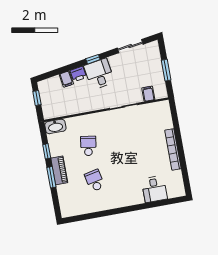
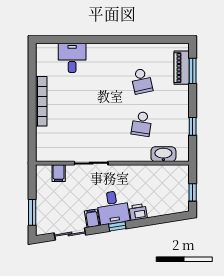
window: (166, 70) -> (32, 212), moved
filing cabinet: (66, 79) -> (92, 218), moved
washbasin: (55, 126) -> (163, 154), moved
piano: (59, 170) -> (182, 68), moved
window: (51, 177) -> (193, 71), moved

